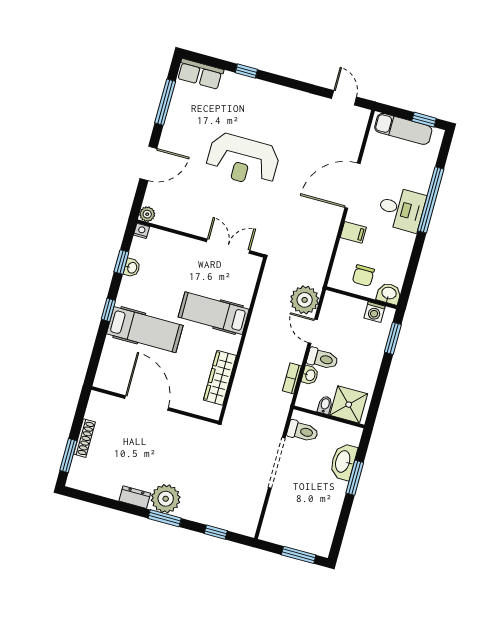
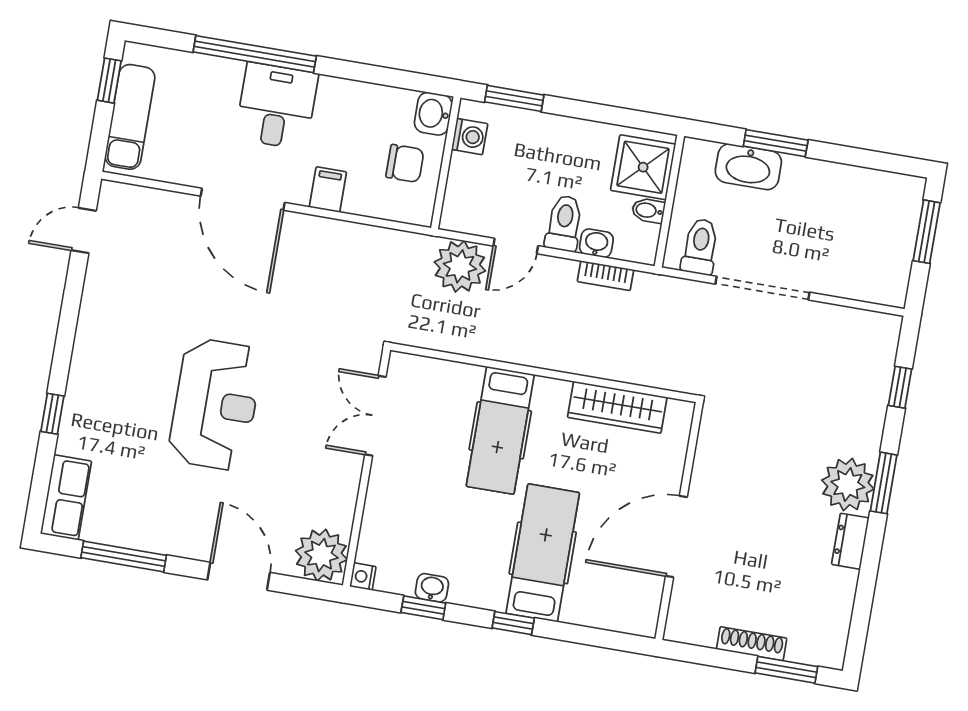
plant: (147, 214) -> (321, 555), width x1.87, depth x1.87

